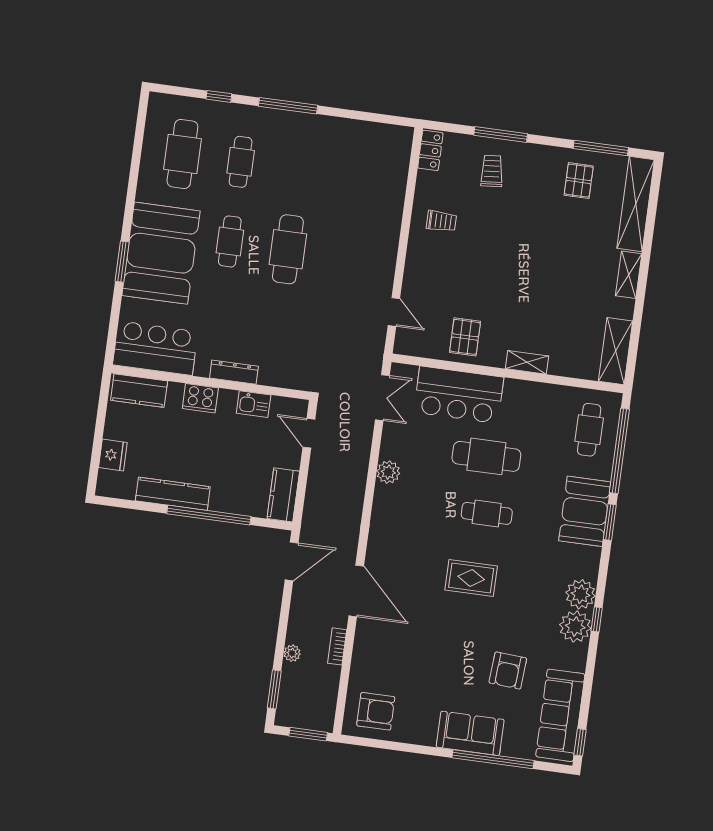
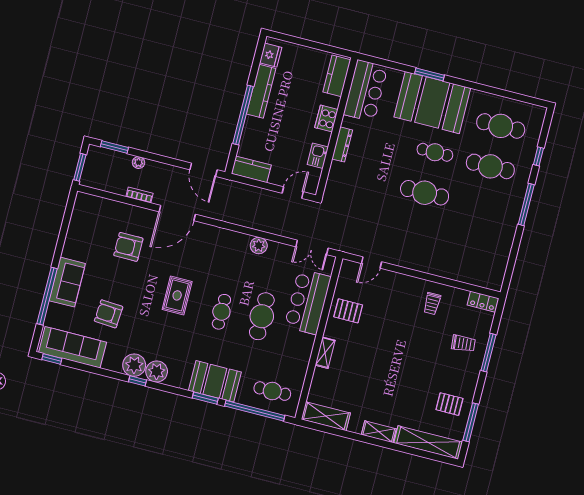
cafe table: (241, 162) -> (490, 166), width x1.37, depth x1.35
fridge: (113, 455) -> (271, 55), moved, turned -90
armchair: (376, 711) -> (128, 247), moved, turned 90

